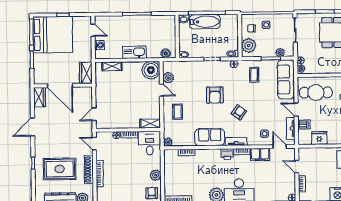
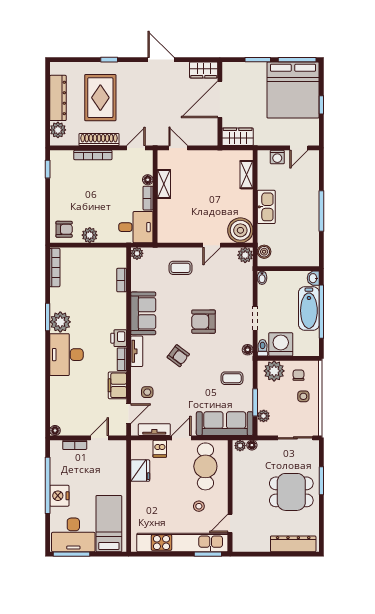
washing machine: (230, 41) -> (281, 344), added
plant: (168, 78) -> (245, 255), moved
shelving: (150, 124) -> (164, 184), moved

